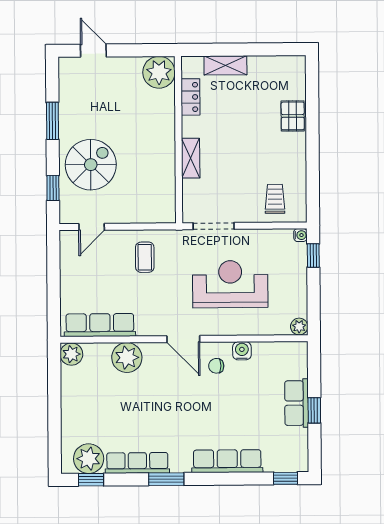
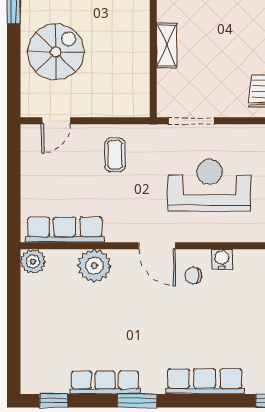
window: (53, 188) -> (14, 77), removed
plant: (89, 459) -> (51, 377), removed

